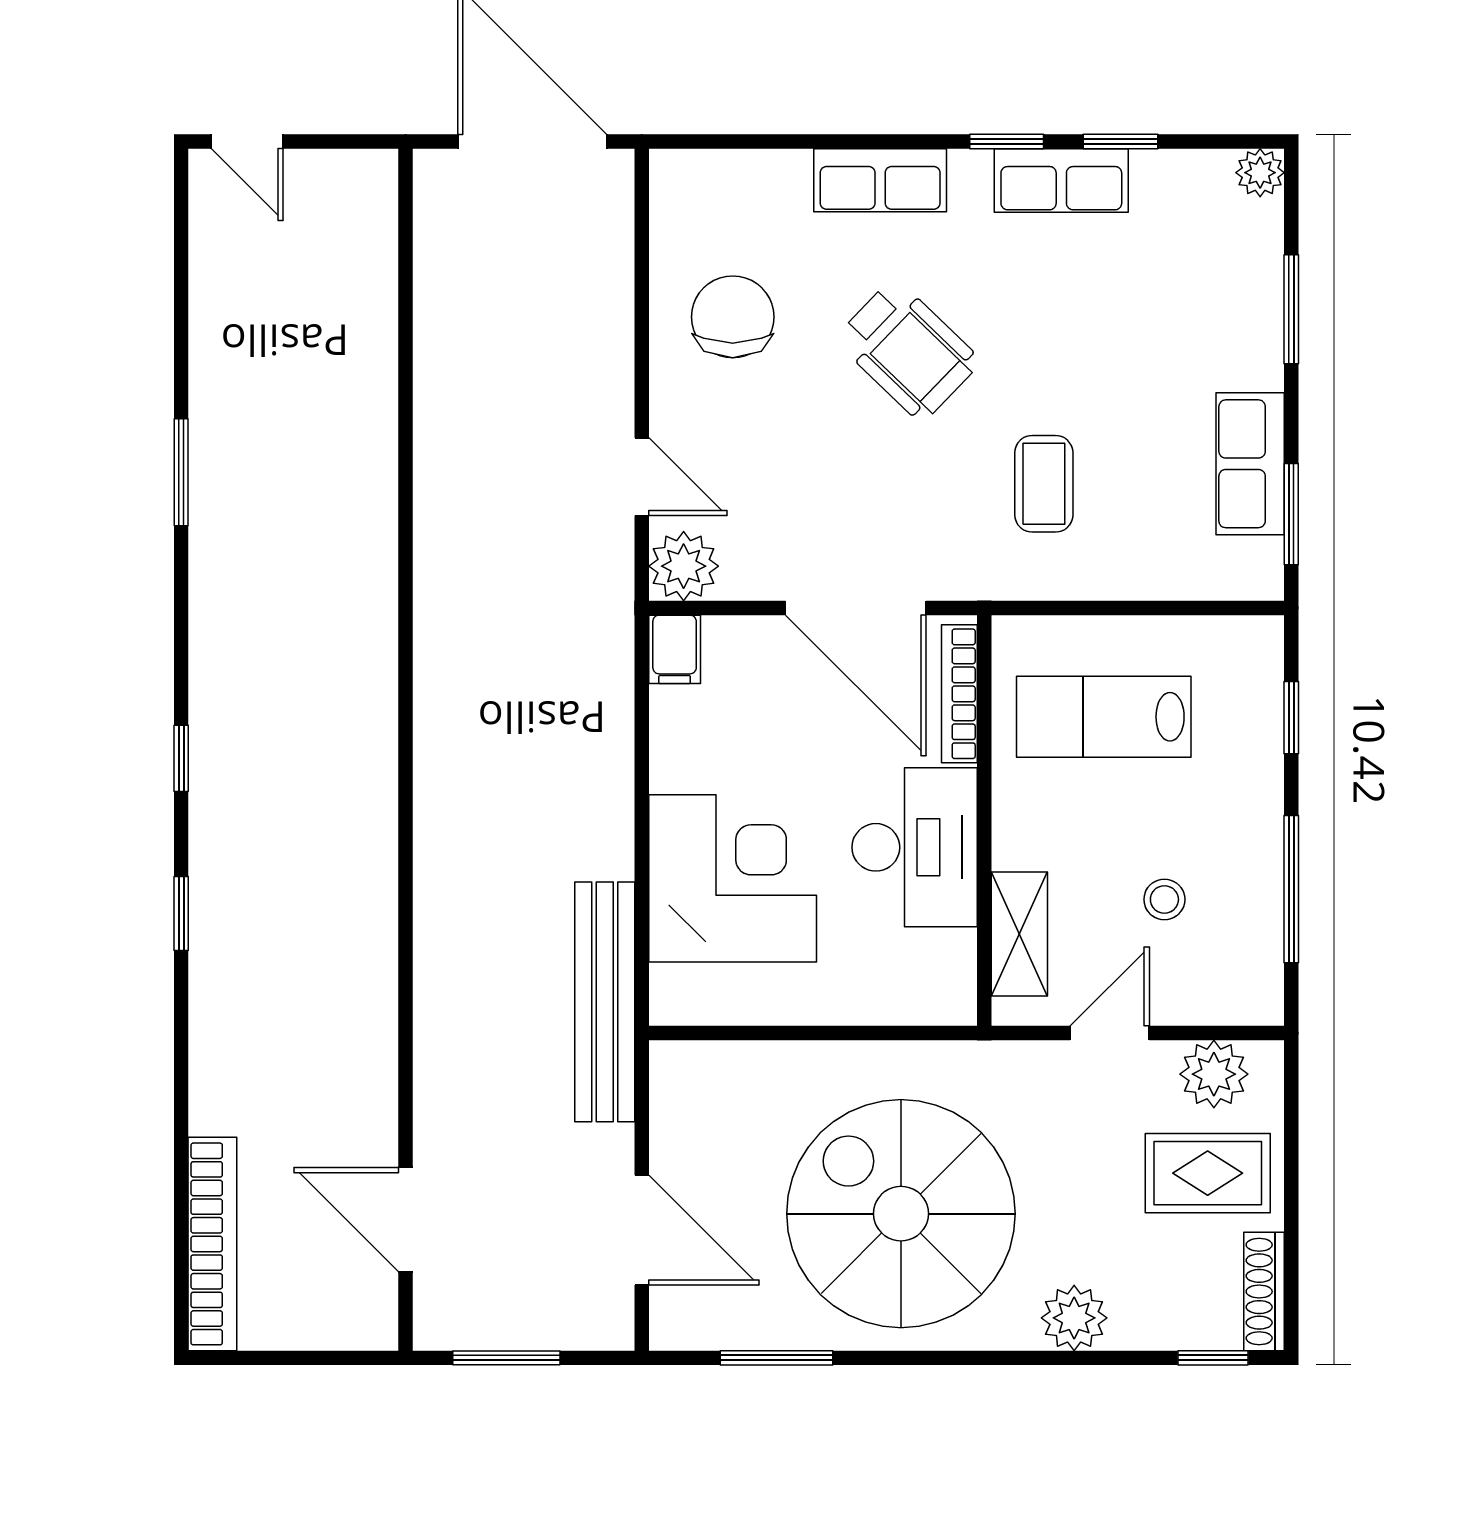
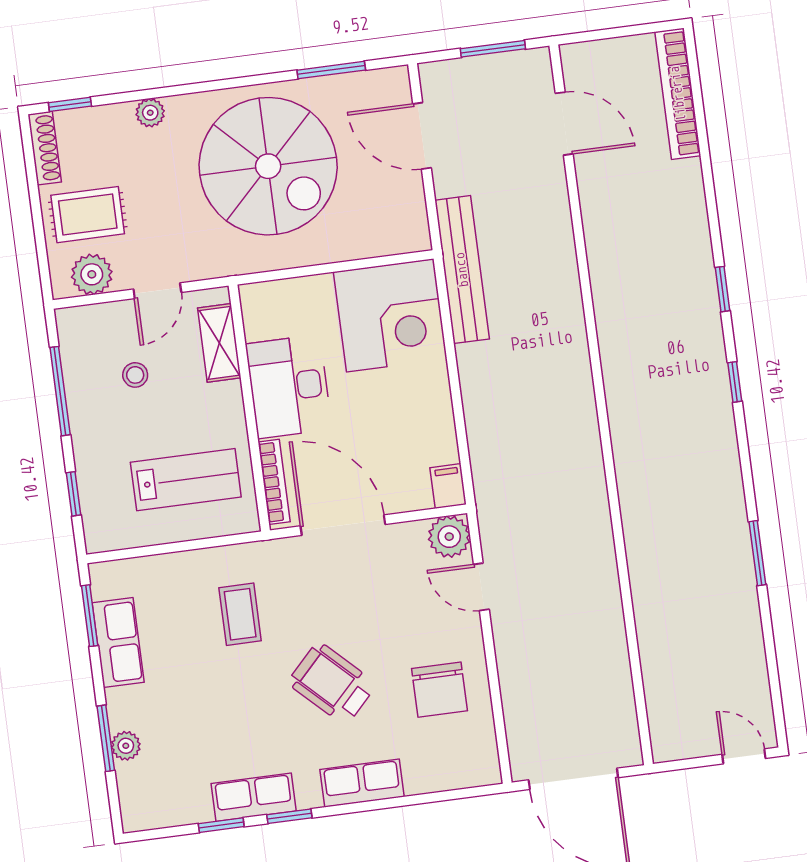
plant: (1260, 173) -> (126, 746), moved
corner desk: (733, 878) -> (390, 315), moved, turned -90
plant: (1074, 1318) -> (150, 113), width x0.73, depth x0.73

